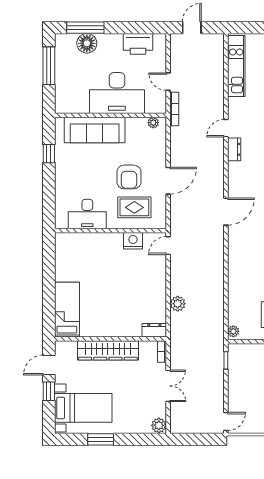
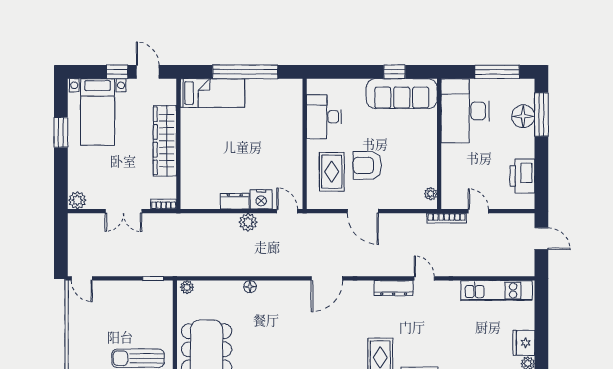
door: (168, 82) -> (478, 211), hinge flipped
desk: (117, 93) -> (465, 111), moved
sofa: (95, 130) -> (402, 94), moved, turned -90
dresser: (234, 149) -> (394, 288), width x1.44
door: (226, 212) -> (327, 278), hinge flipped
nightstand: (133, 241) -> (261, 199), moved, turned 90
floor lamp: (233, 277) -> (250, 287), added
window: (49, 281) -> (245, 72), added
plant: (178, 304) -> (248, 222), moved
dresser: (154, 330) -> (235, 201), moved, turned -90

